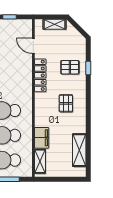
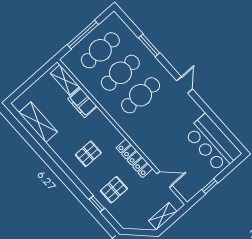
pallet: (66, 103) -> (88, 154), turned 90

